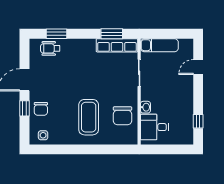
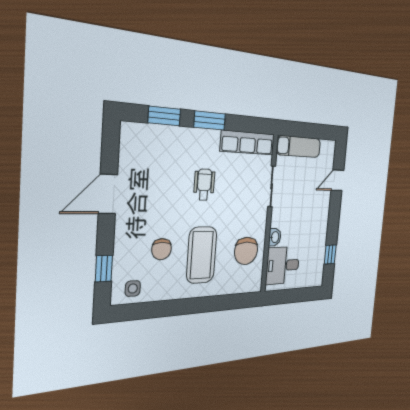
window: (112, 34) -> (210, 121), moved
wheelchair: (50, 48) -> (204, 185), moved, turned 90
window: (25, 108) -> (104, 269), moved
chair: (41, 109) -> (162, 249), moved

